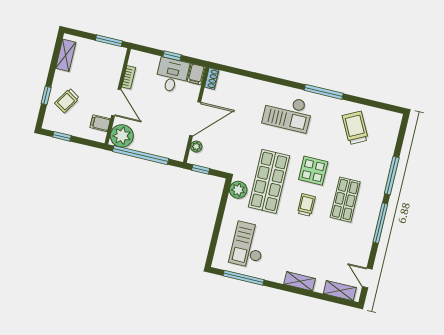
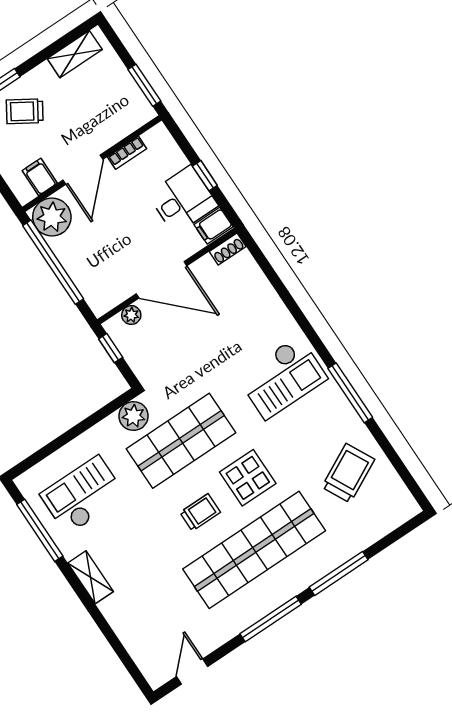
checkout: (288, 113) -> (282, 378), turned -90
shop shelf: (345, 200) -> (254, 550), width x2.00, depth x1.36
shelving: (300, 281) -> (91, 577), moved
shelving: (340, 291) -> (144, 656), removed

